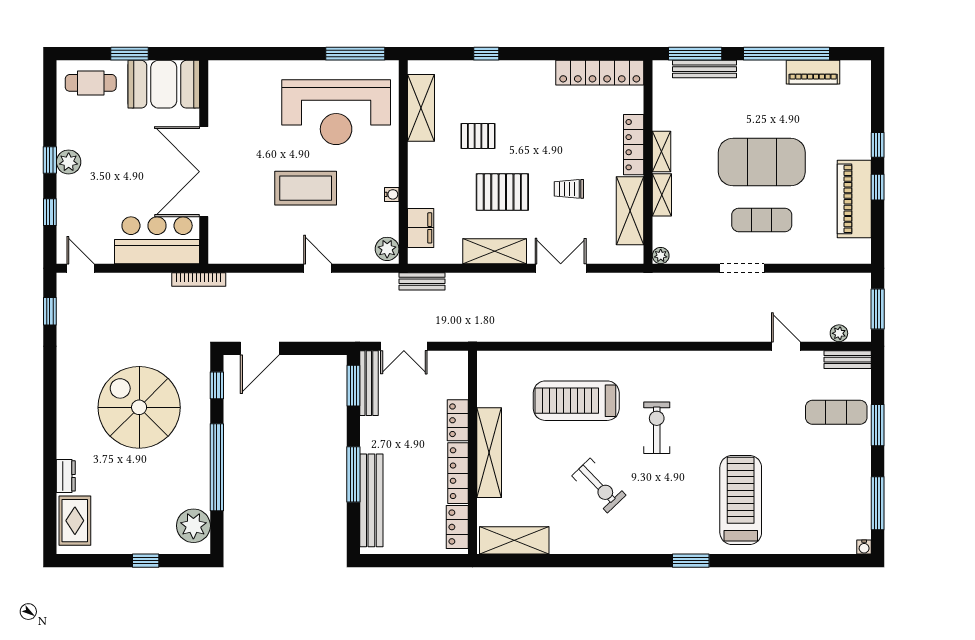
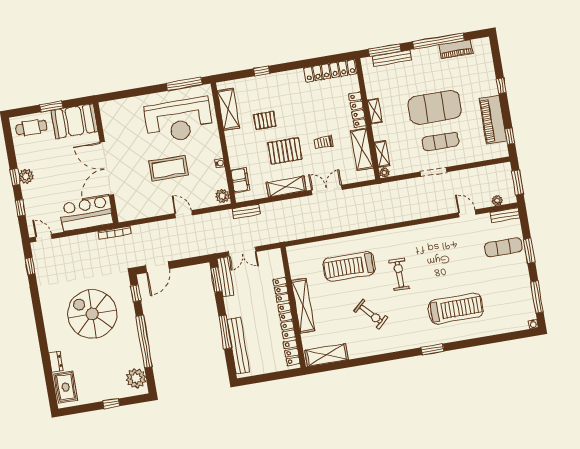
window: (878, 187) -> (510, 136), moved
shelving: (662, 195) -> (382, 154), moved
treadmill: (741, 500) -> (456, 309), turned 90

